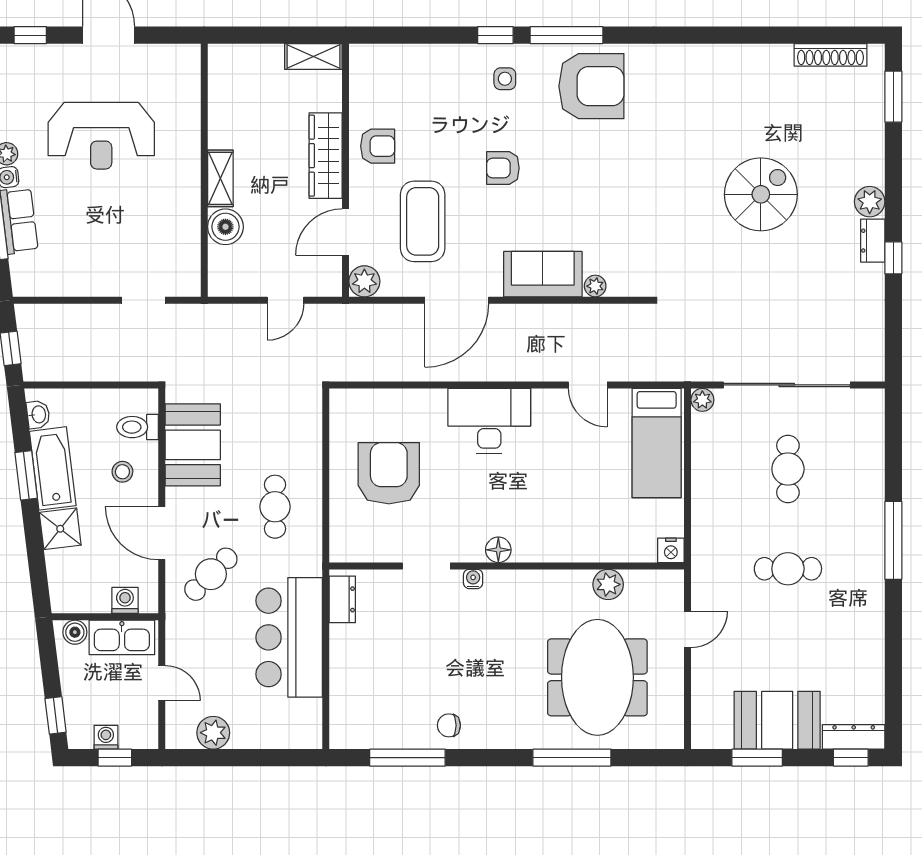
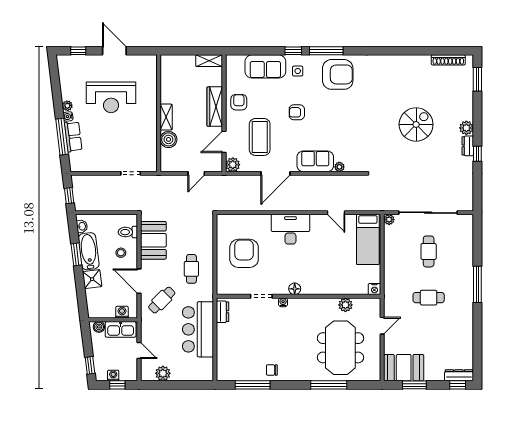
sofa: (435, 69) -> (265, 66), added
armchair: (378, 146) -> (239, 102), turned -90
booth: (777, 720) -> (404, 368), moved

